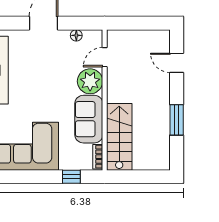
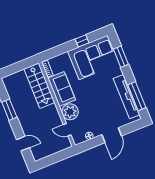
door: (105, 57) -> (67, 130), swing flipped
window: (71, 177) -> (82, 41), moved

